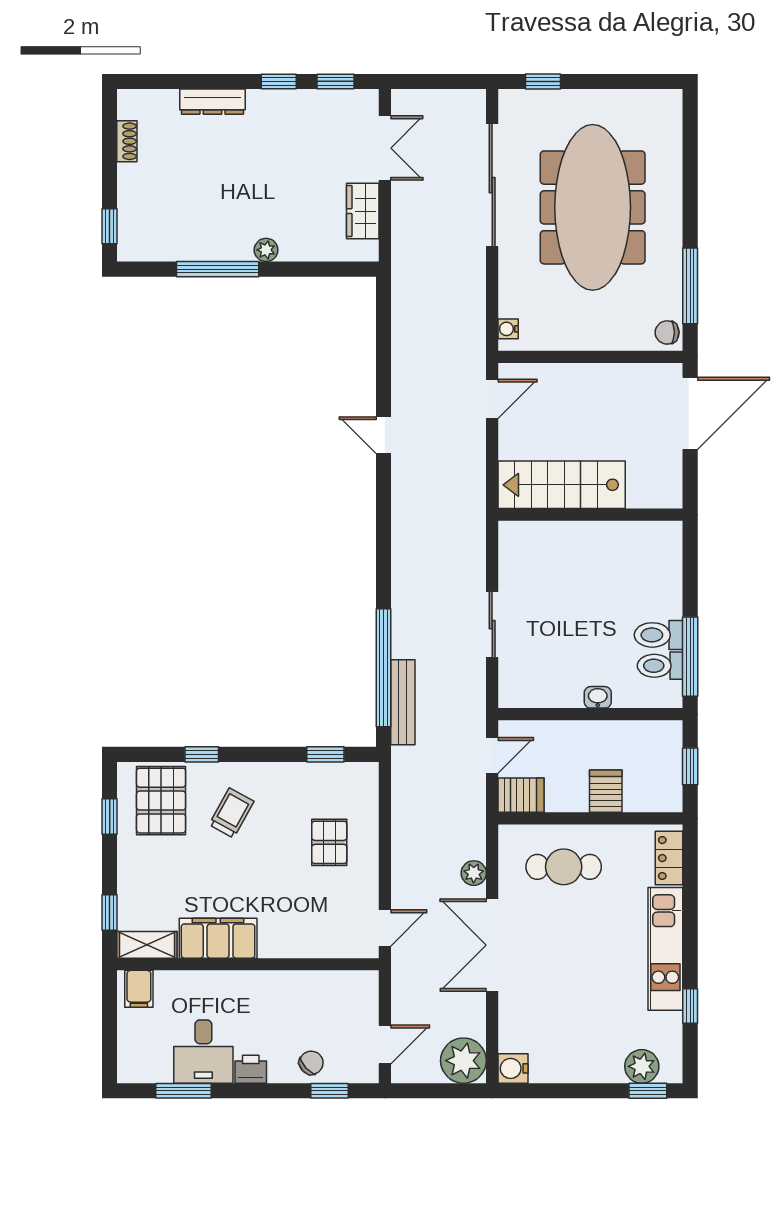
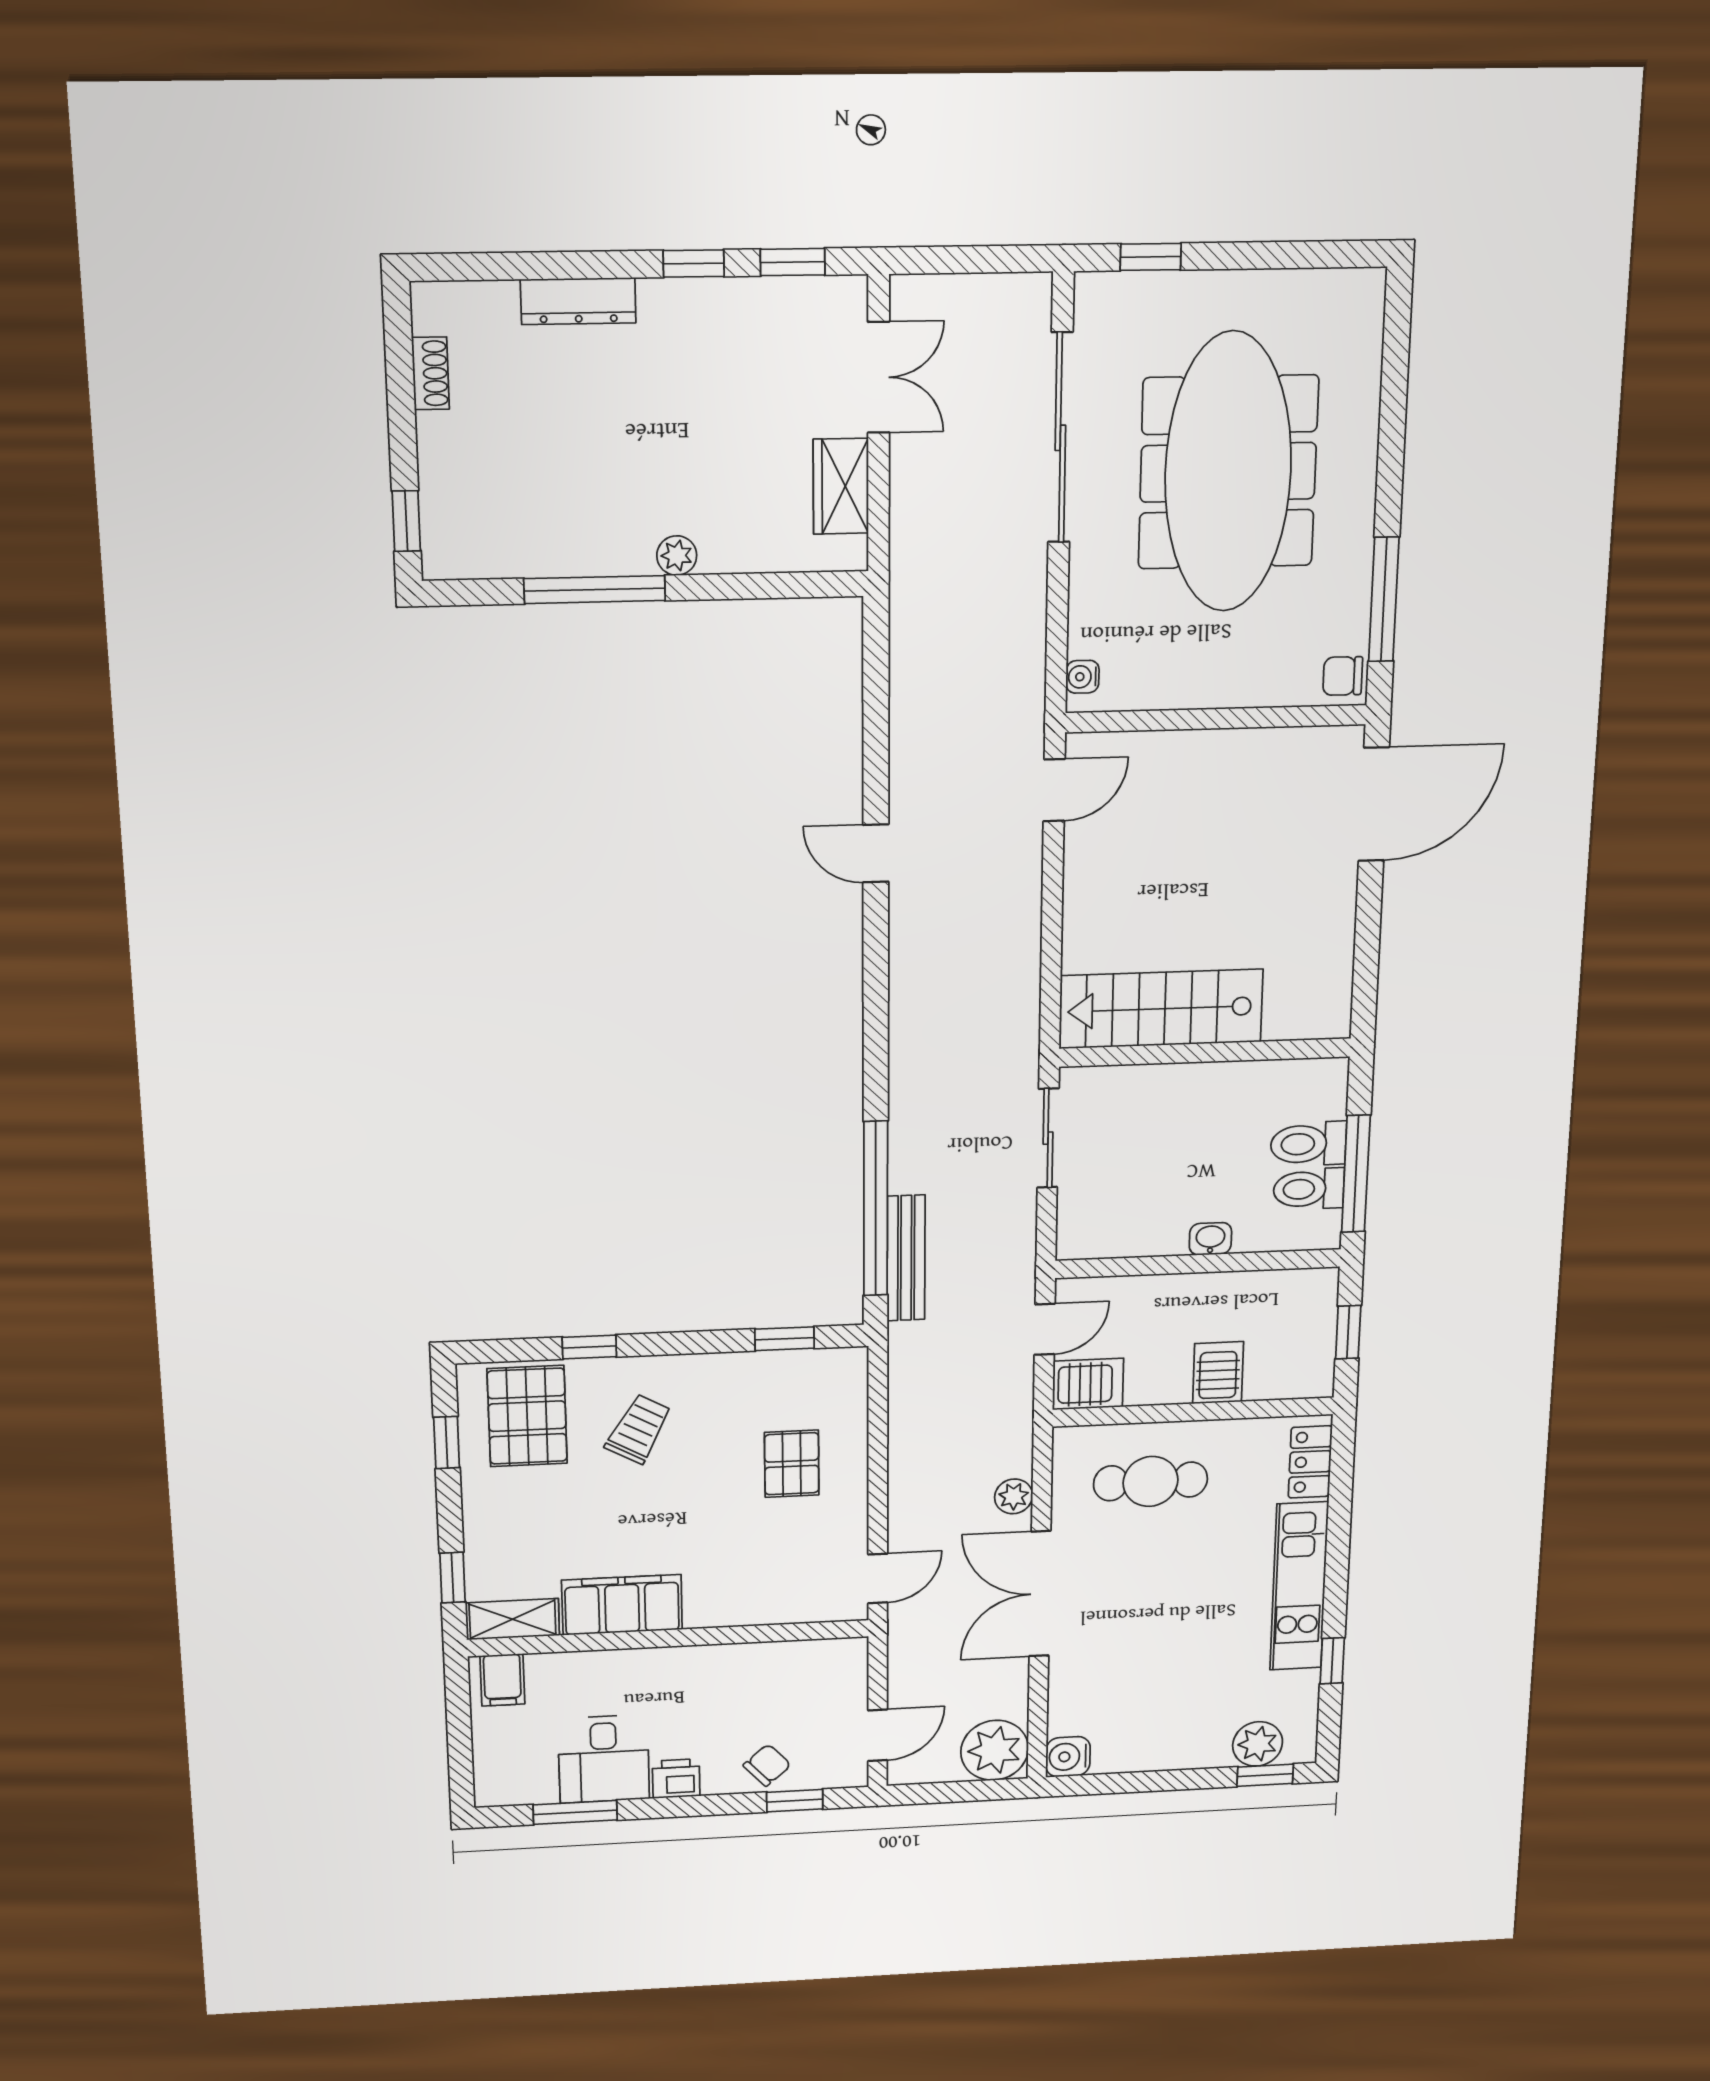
stairs: (562, 485) -> (1161, 1009), moved
wall: (590, 515) -> (1205, 1053), moved

